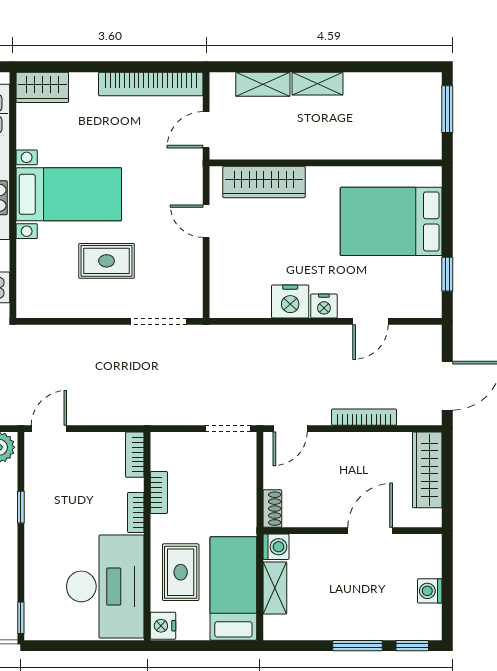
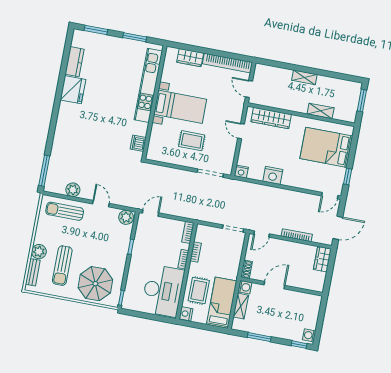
shelving: (263, 84) -> (321, 111), moved
wardrobe: (42, 87) -> (190, 58), moved
door: (206, 130) -> (249, 89), hinge flipped
nightstand: (324, 306) -> (241, 172), moved
door: (371, 321) -> (330, 196), moved
wardrobe: (427, 470) -> (322, 259), width x0.67
door: (370, 531) -> (274, 285), moved
washing machine: (430, 591) -> (309, 335), moved
window: (357, 646) -> (259, 337), moved

